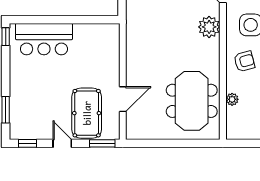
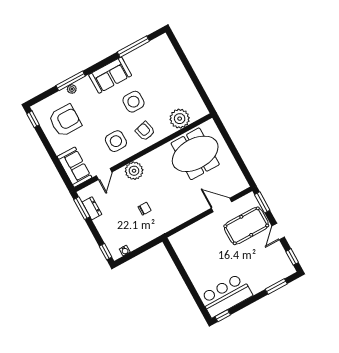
chair: (163, 16) -> (144, 209), added
bar counter: (44, 39) -> (226, 295), moved, turned -90
plant: (232, 99) -> (180, 119), width x1.88, depth x1.88

